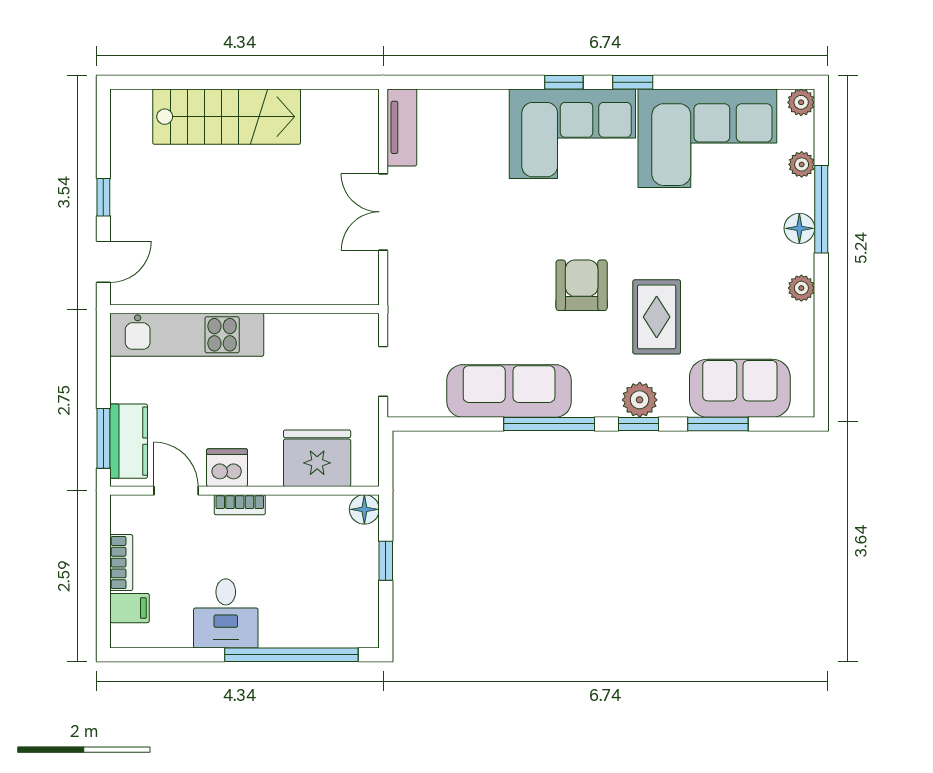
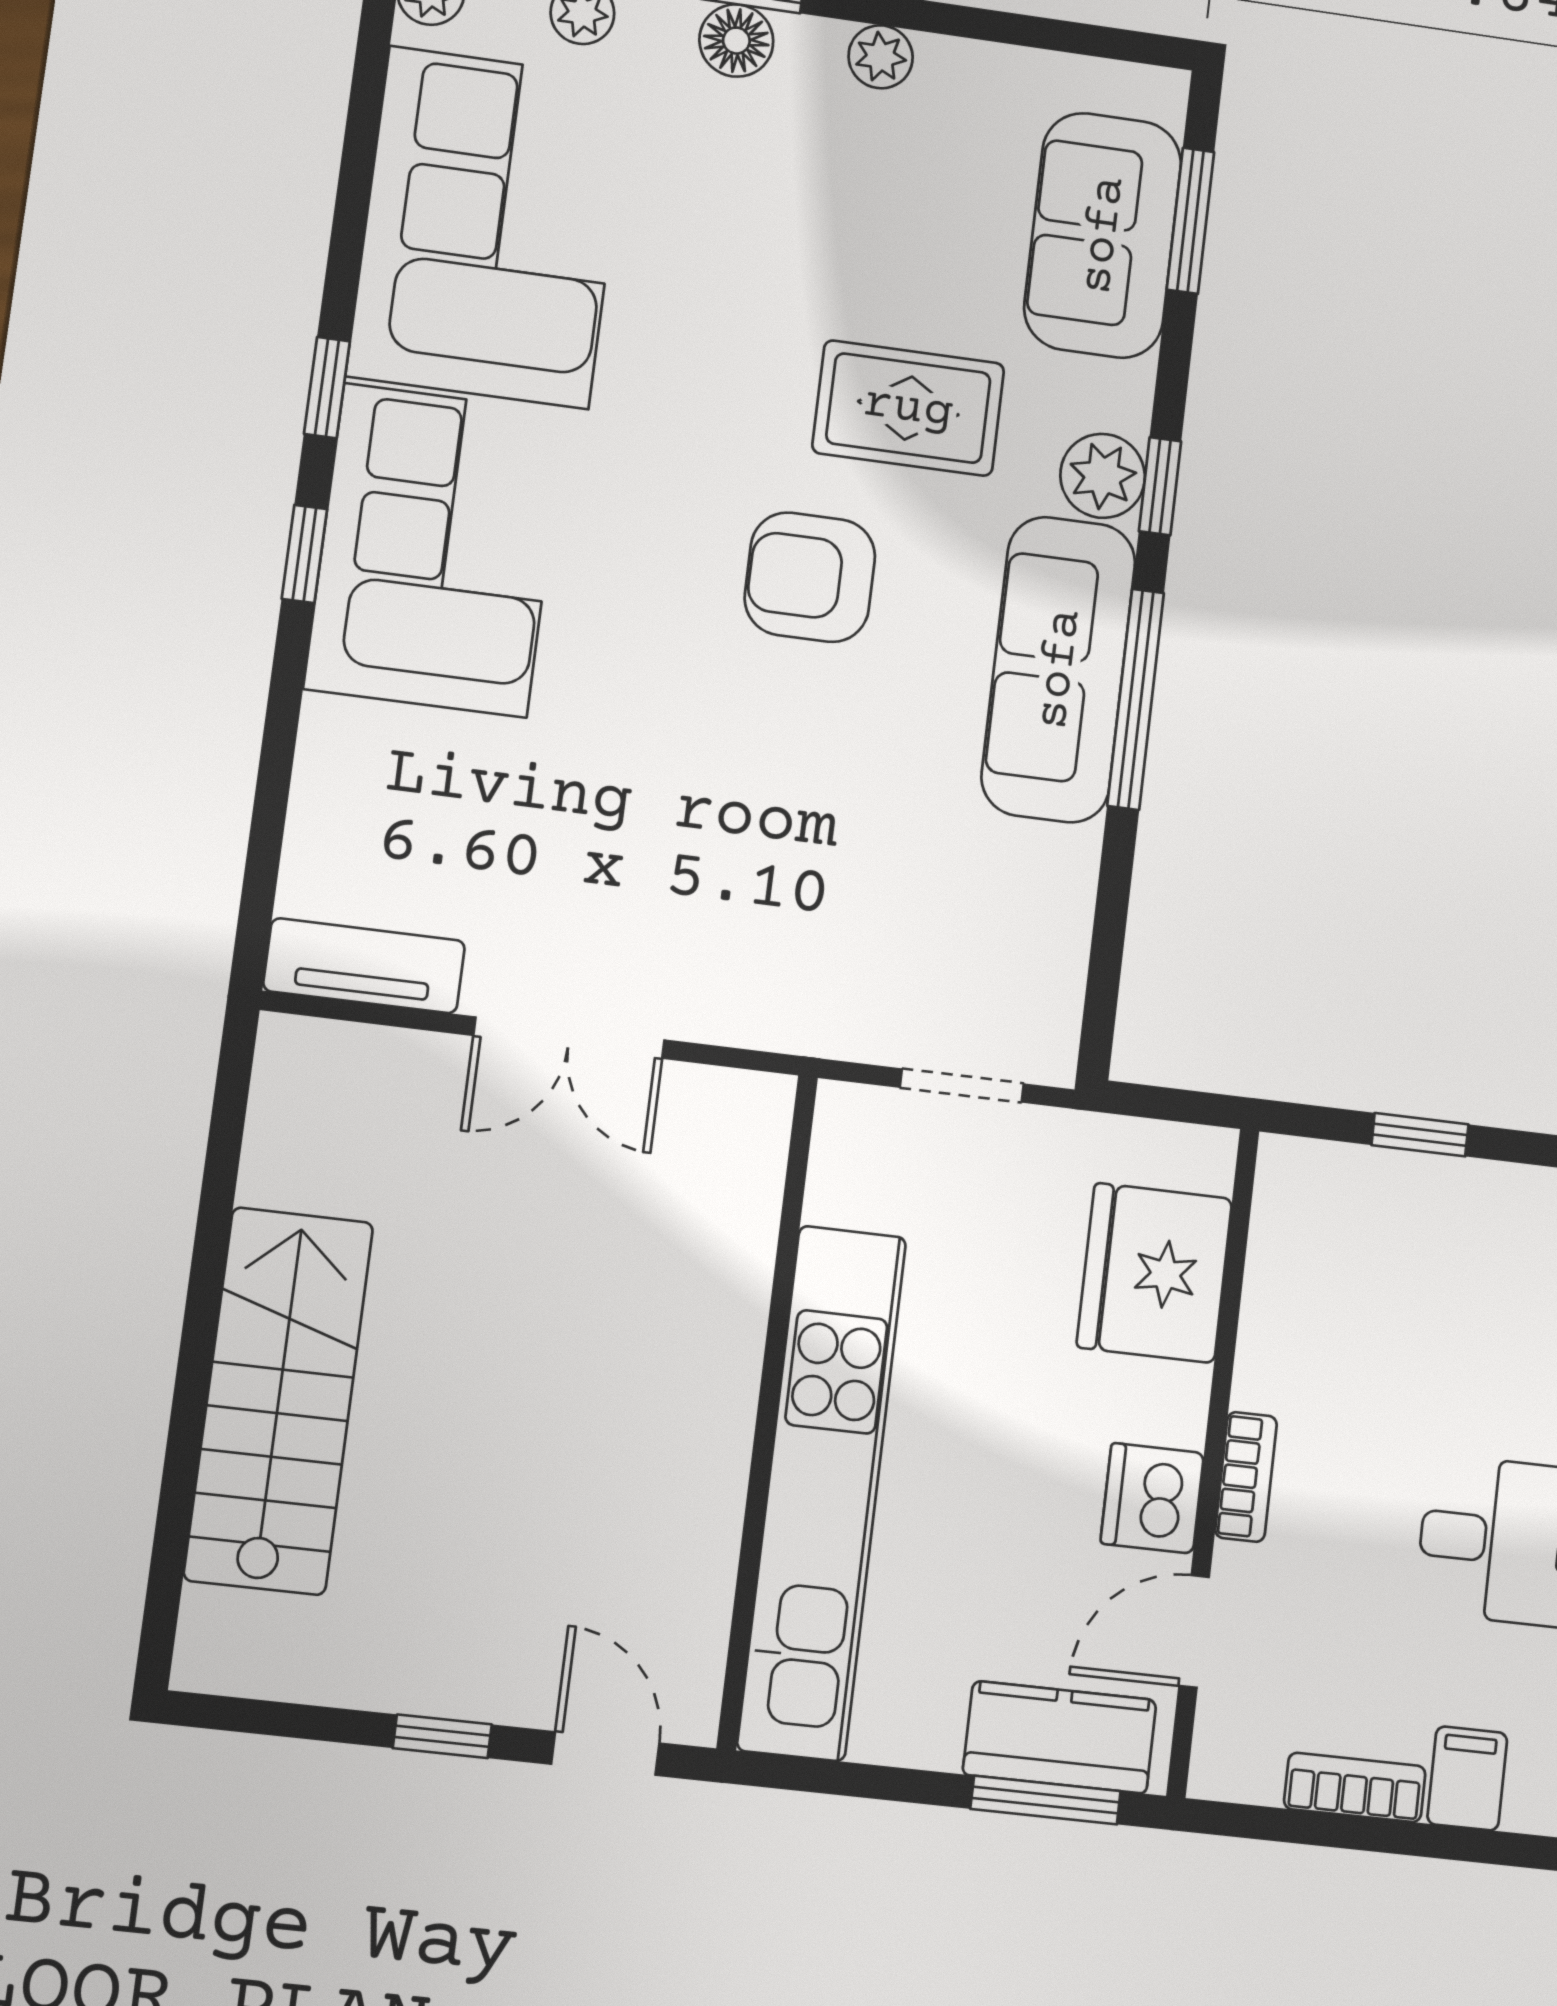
kitchen unit: (187, 335) -> (822, 1492), width x1.36
sofa: (509, 391) -> (1059, 669), moved
window: (718, 424) -> (1190, 221), moved
floor lamp: (364, 509) -> (1291, 1172), removed

